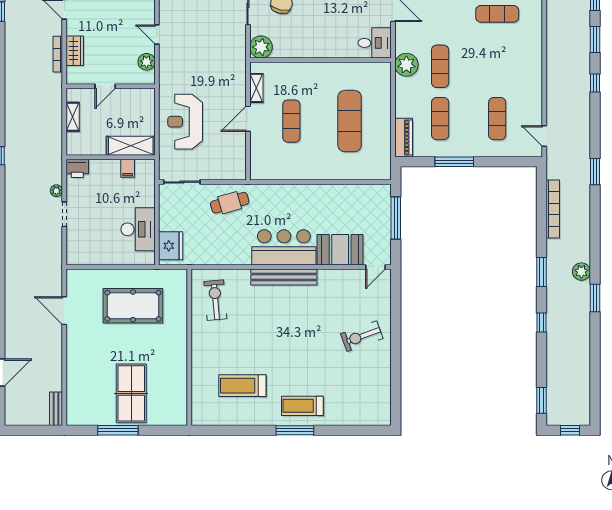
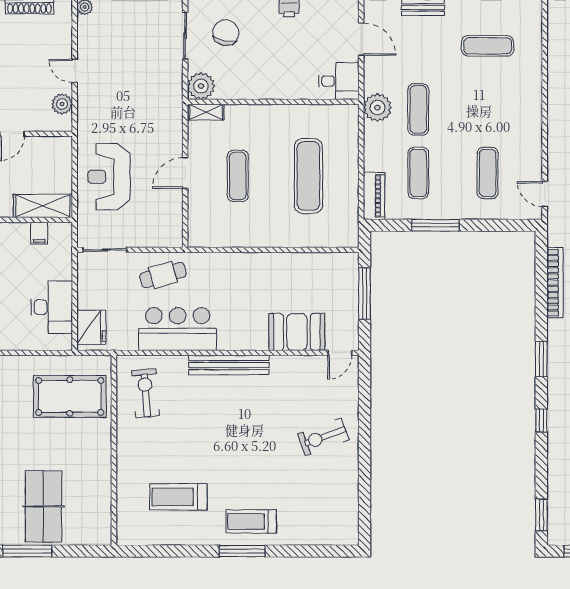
shelving: (256, 88) -> (206, 112), moved, turned 90
bar counter: (284, 247) -> (178, 329), moved
pool table: (133, 306) -> (70, 396), moved

